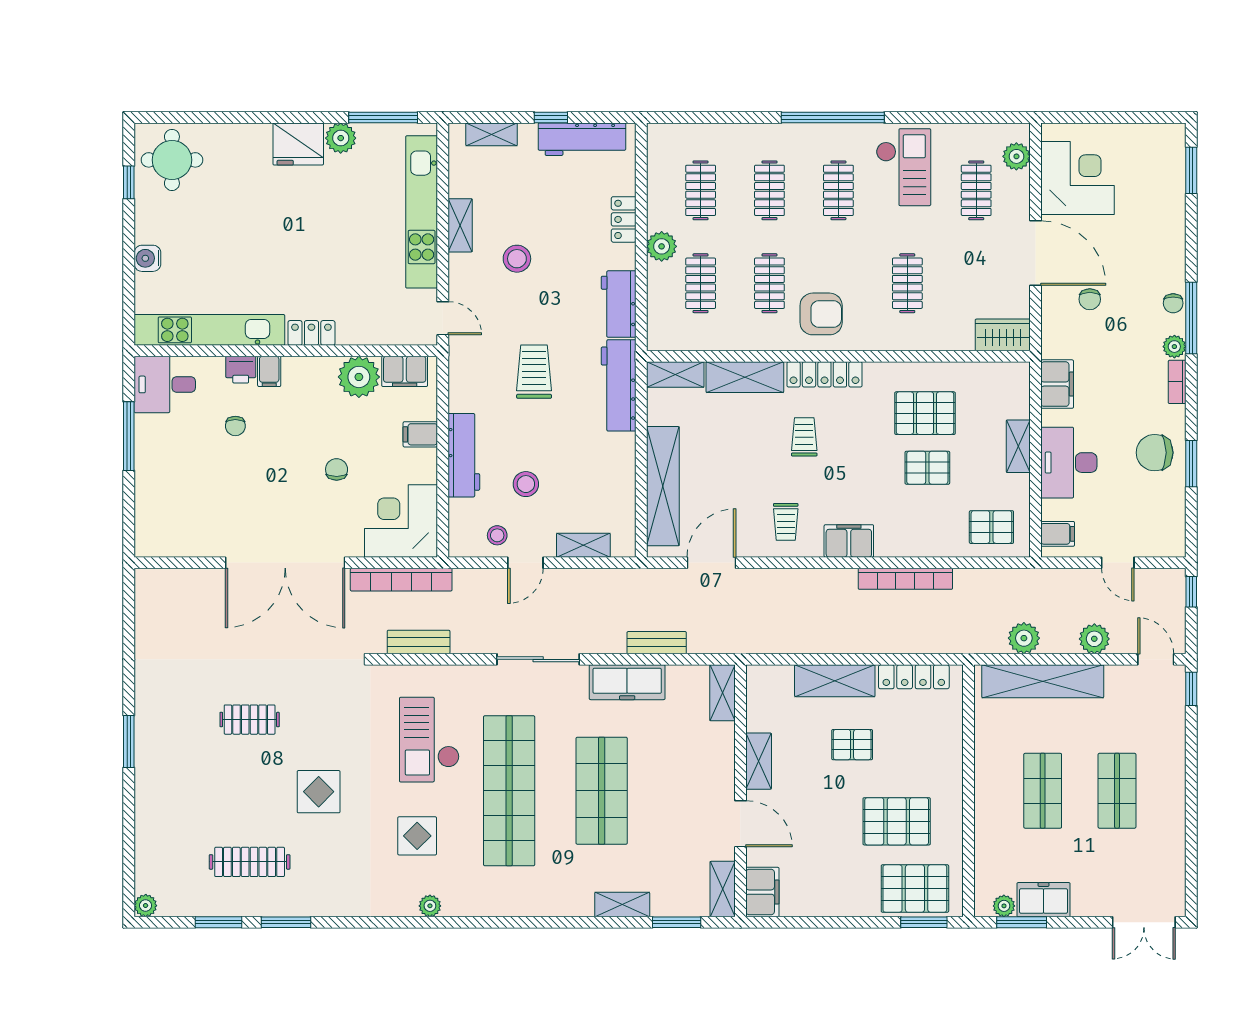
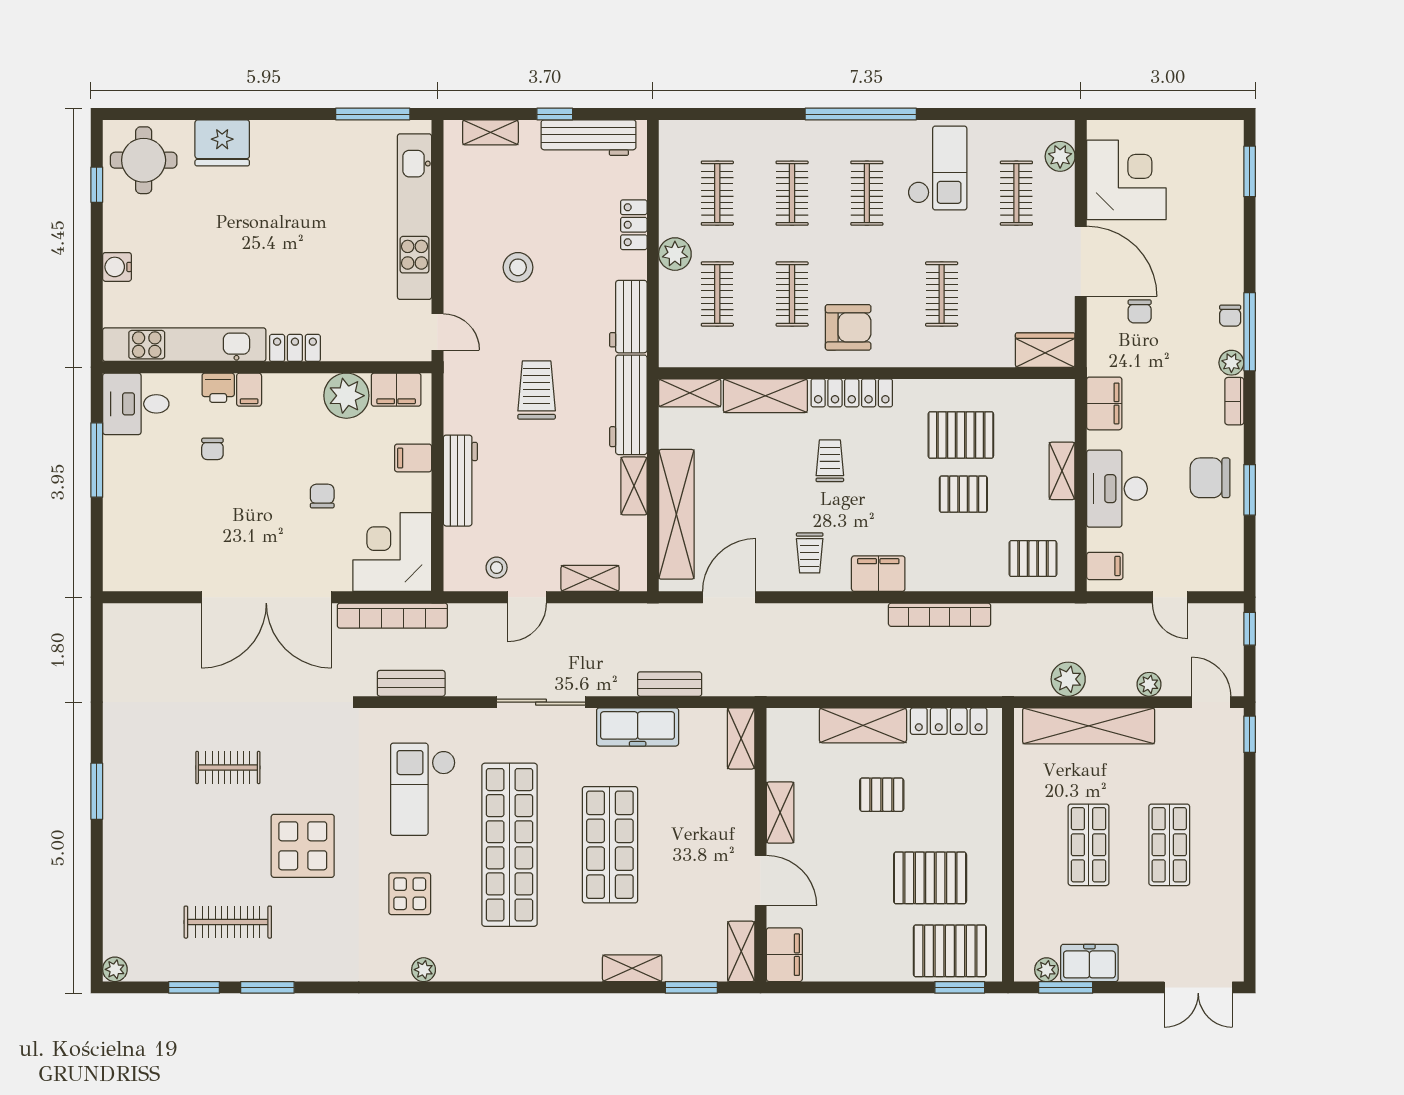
plant: (341, 138) -> (327, 136), removed
fridge: (298, 144) -> (222, 143), moved
shelving: (460, 225) -> (634, 486), moved
stool: (526, 484) -> (528, 512), removed
plant: (1094, 639) -> (1149, 684), width x0.73, depth x0.73
display table: (319, 792) -> (303, 846), width x1.36, depth x1.36

